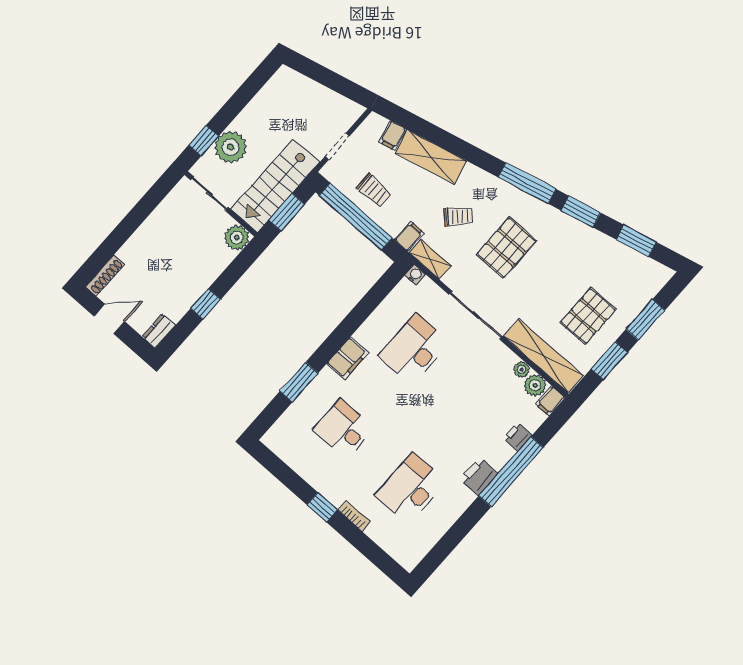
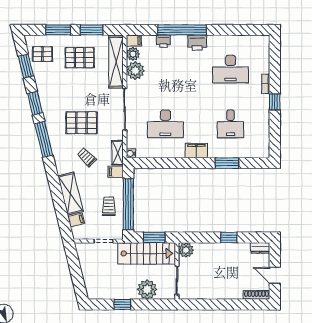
window: (204, 141) -> (122, 304), moved
pallet: (633, 274) -> (42, 54), added
plant: (522, 370) -> (135, 71), width x1.87, depth x1.87

